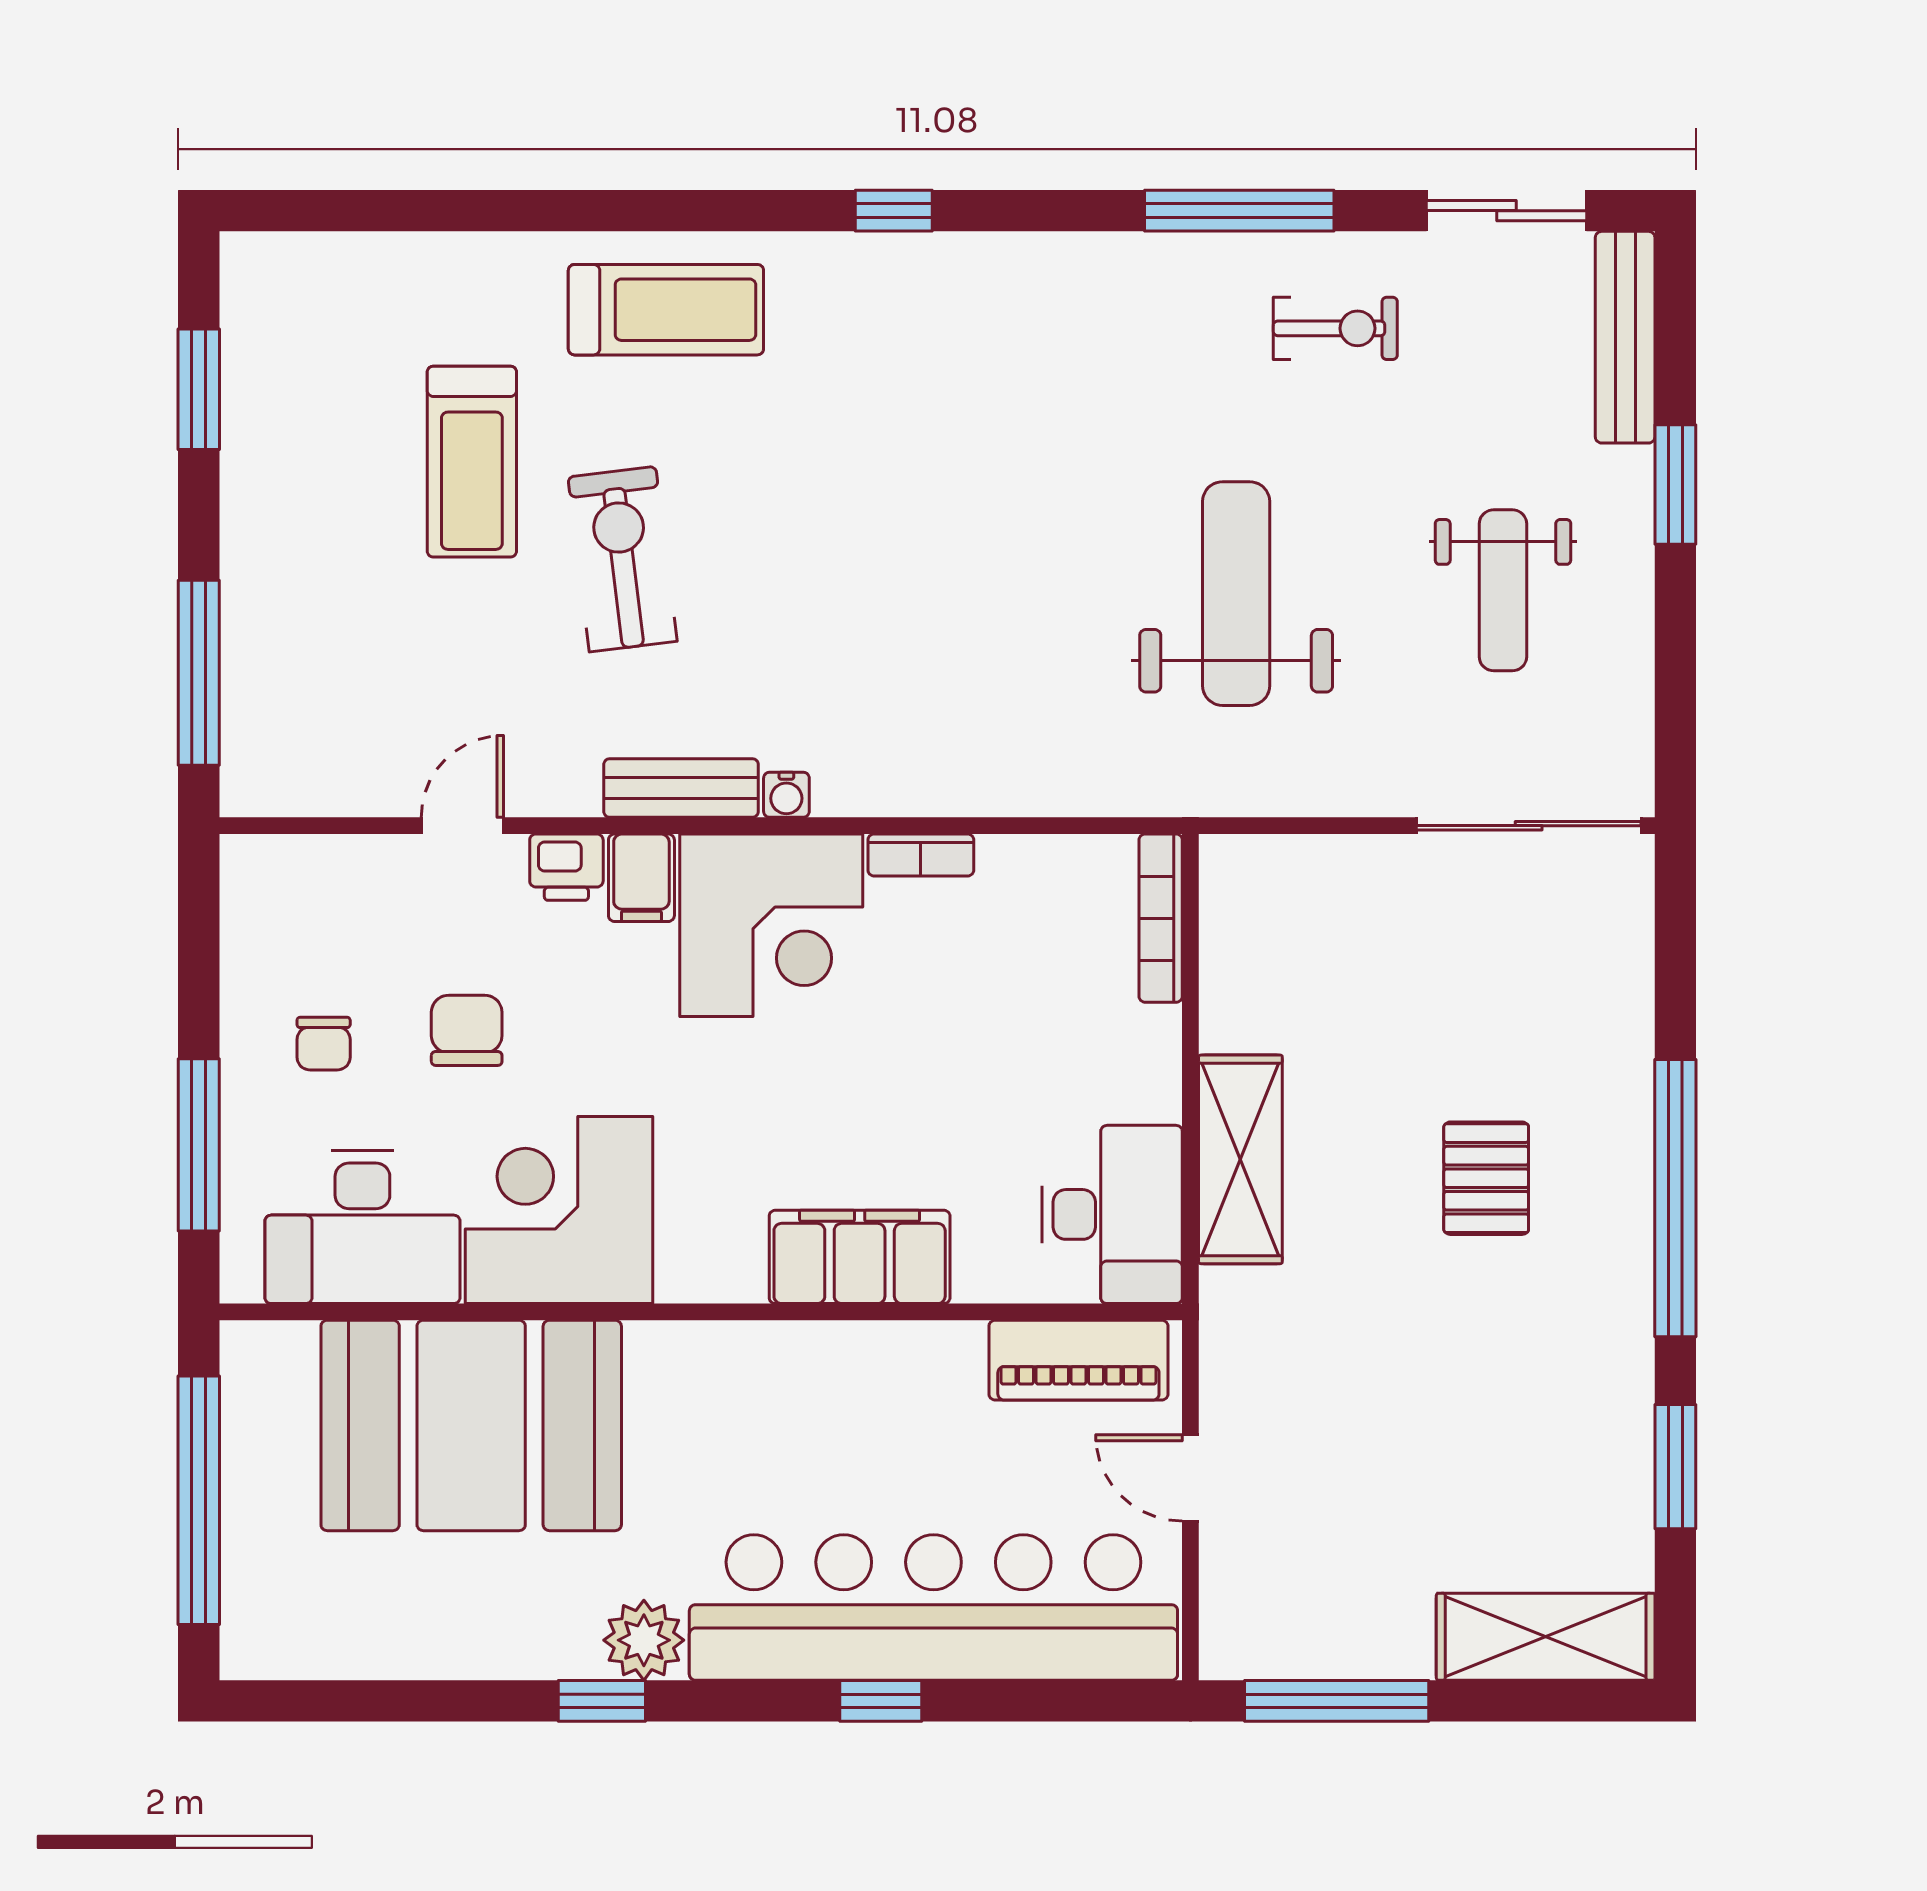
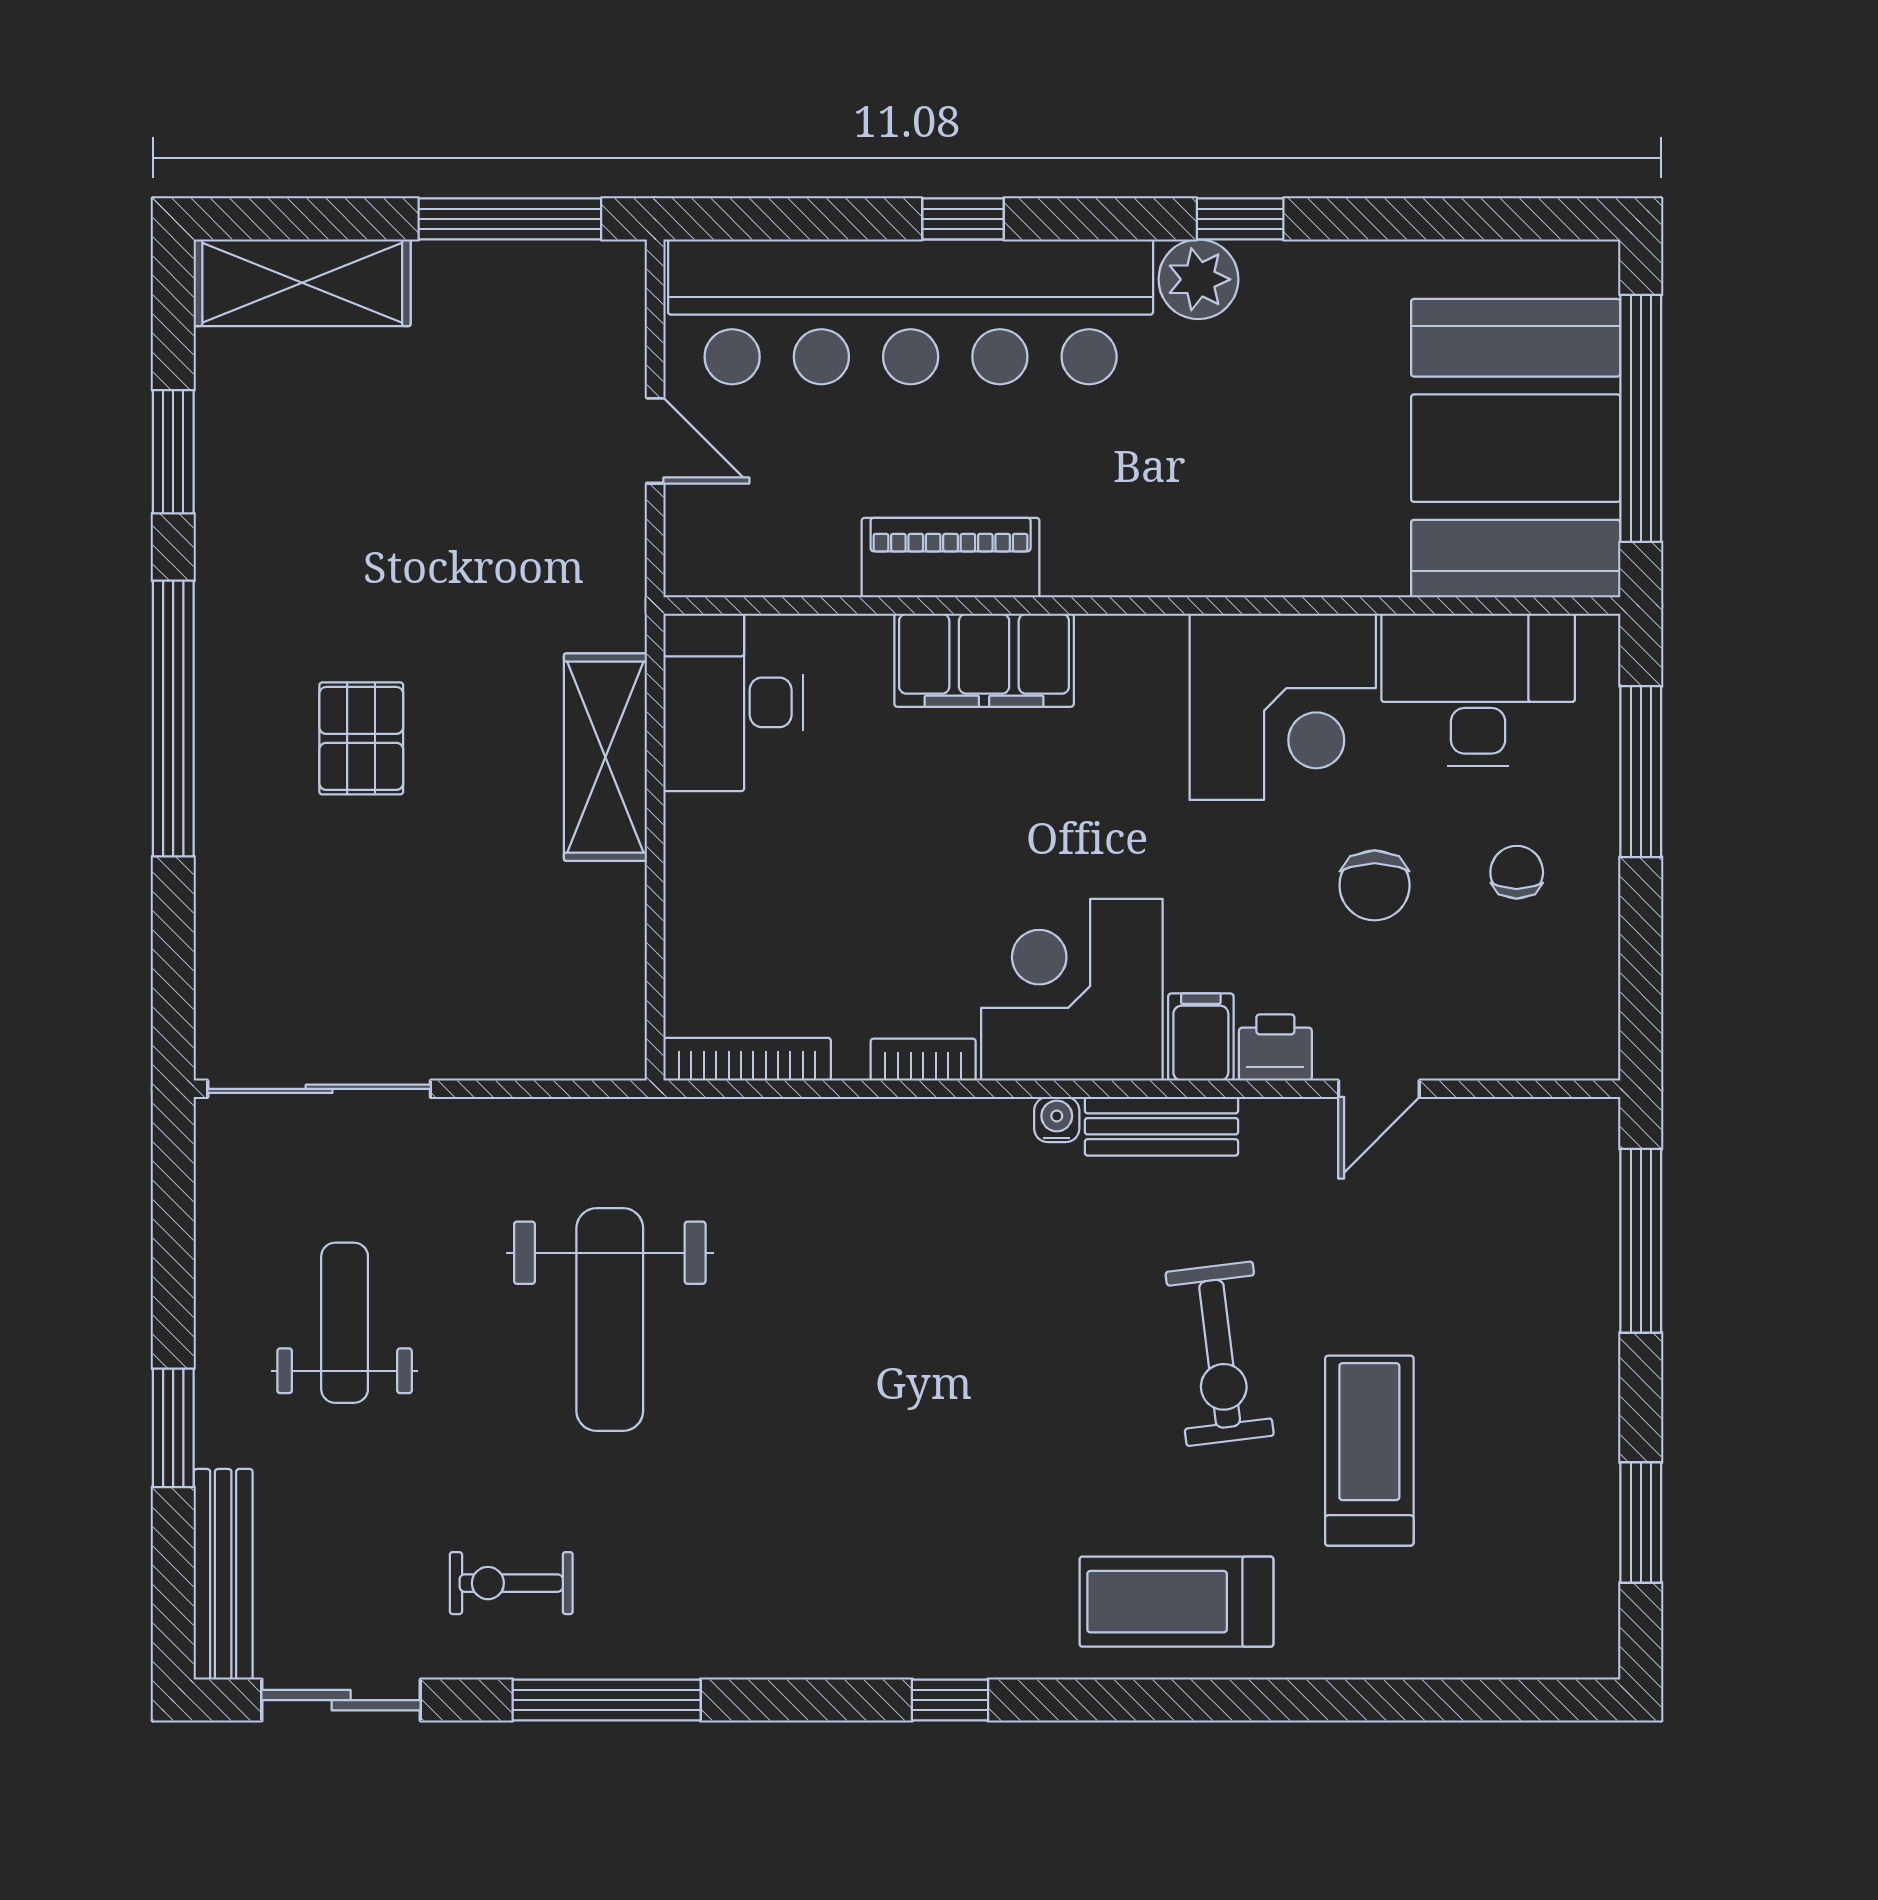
bookcase: (1161, 918) -> (747, 1059), moved, turned -90
piano: (1078, 1360) -> (951, 558), moved
booth: (471, 1425) -> (1516, 448), moved, turned 90

